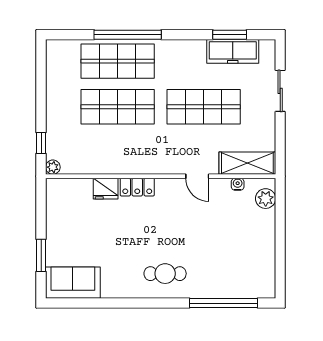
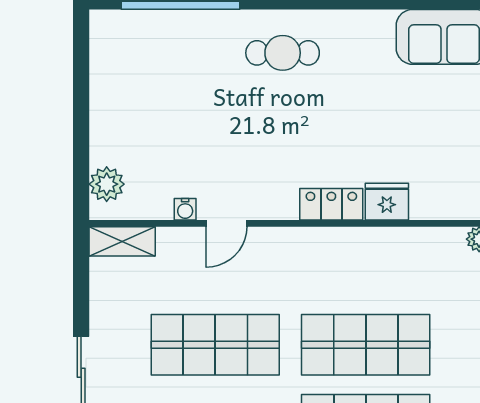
shelving: (247, 163) -> (122, 241), width x0.67, depth x0.75
door: (197, 176) -> (226, 223), swing flipped
water cooler: (238, 184) -> (185, 209), moved

